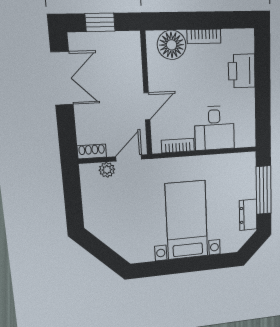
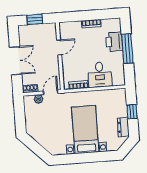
floor lamp: (172, 45) -> (73, 29), removed
double door: (62, 78) -> (16, 61), moved
window: (263, 84) -> (127, 49), added
door: (147, 106) -> (59, 47), moved
window: (264, 190) -> (132, 112), width x0.46

